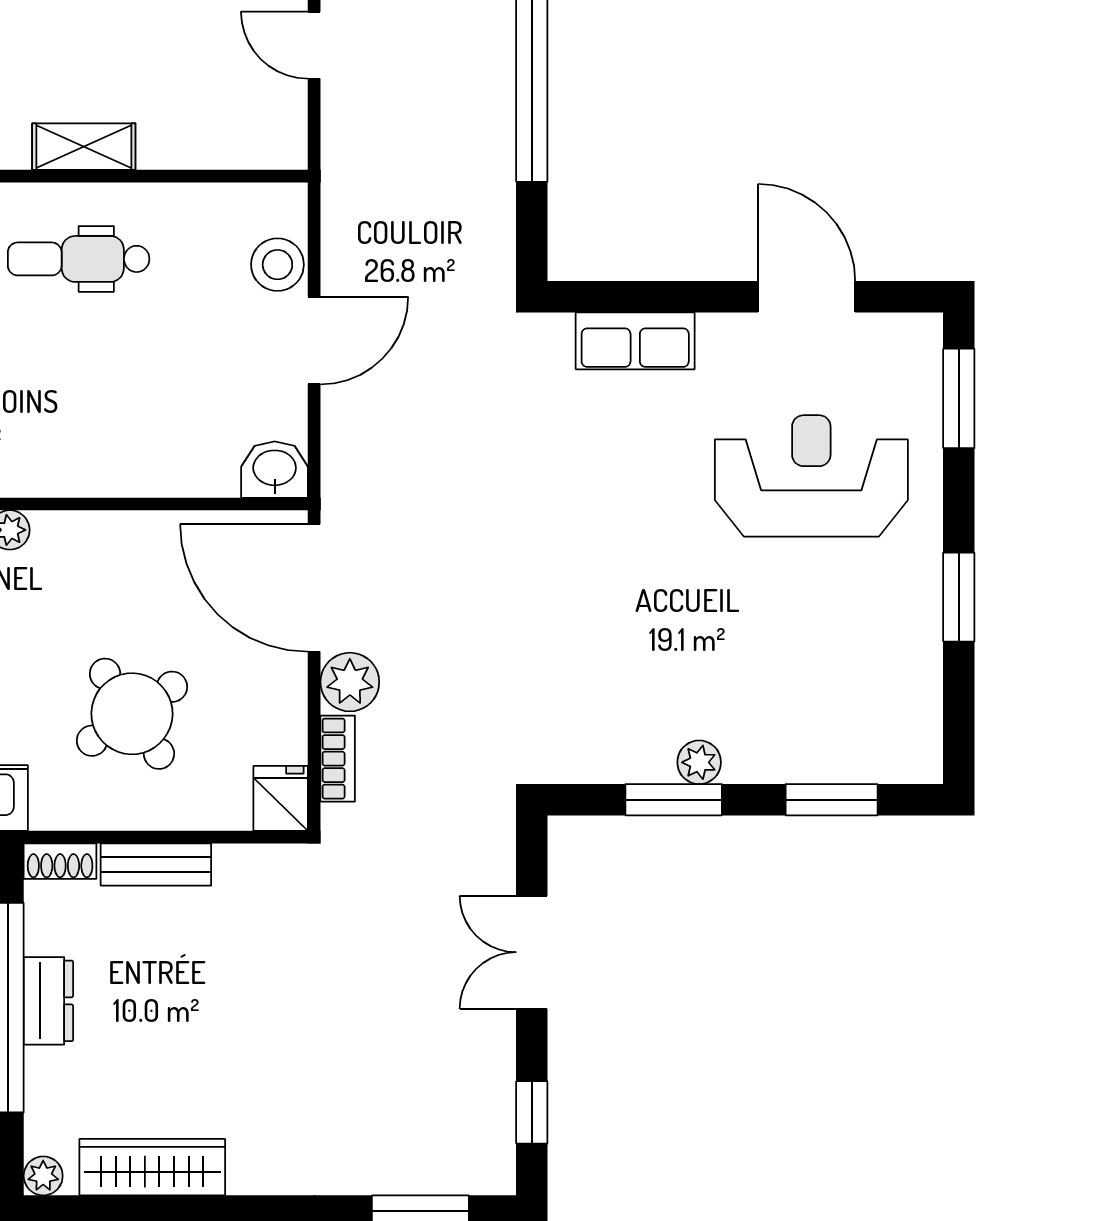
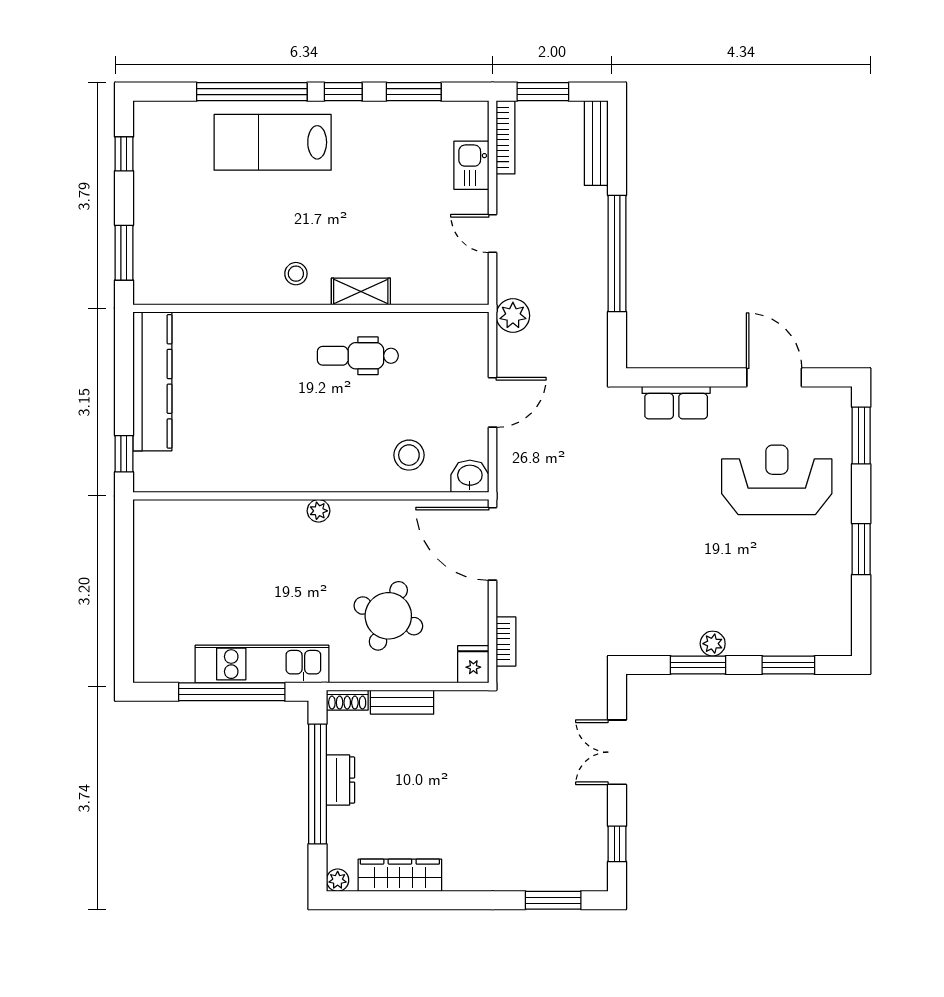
stool: (277, 265) -> (409, 455), moved
plant: (350, 682) -> (513, 316), moved
round table: (132, 714) -> (388, 616), turned -34

